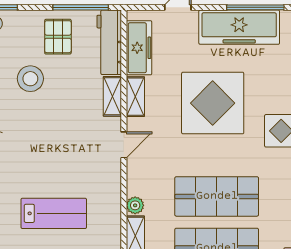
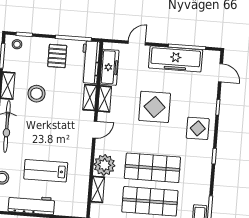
stool: (30, 79) -> (37, 94), moved
display table: (213, 103) -> (155, 107), width x0.73, depth x0.73
plant: (135, 205) -> (104, 165), width x1.88, depth x1.88
lab bench: (54, 213) -> (46, 171), turned 180

